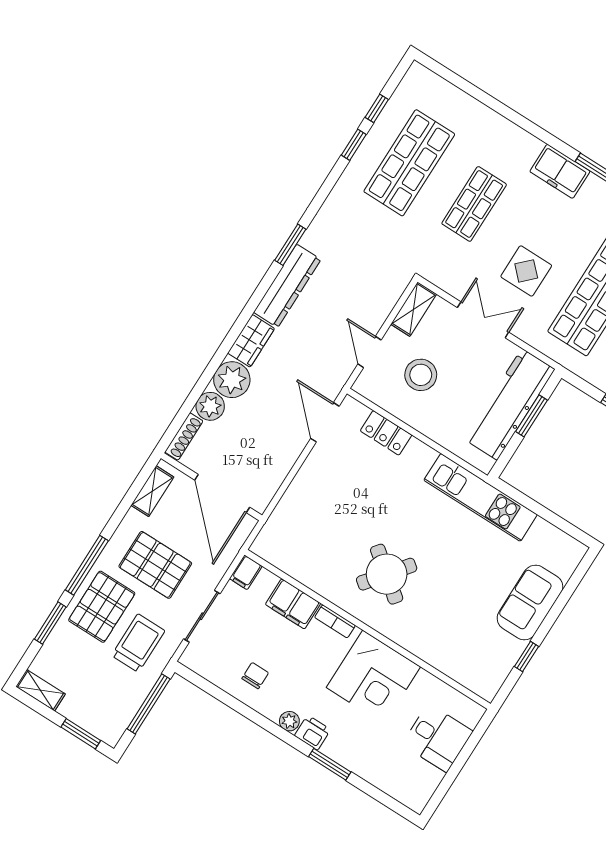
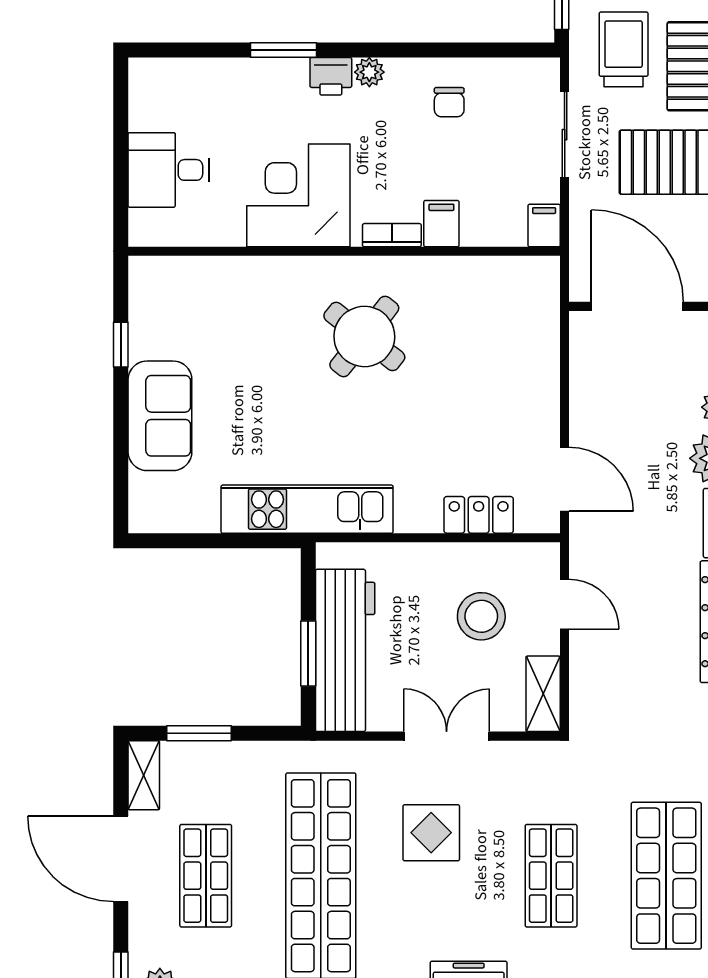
double door: (483, 320) -> (447, 736), swing flipped
filing cabinet: (293, 604) -> (441, 224), width x0.50
trolley: (138, 643) -> (624, 49), turned 180

